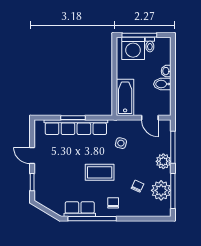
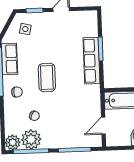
row of seats: (76, 127) -> (91, 61), width x0.73
side table: (121, 143) -> (25, 29), moved
plant: (163, 161) -> (13, 142), moved

